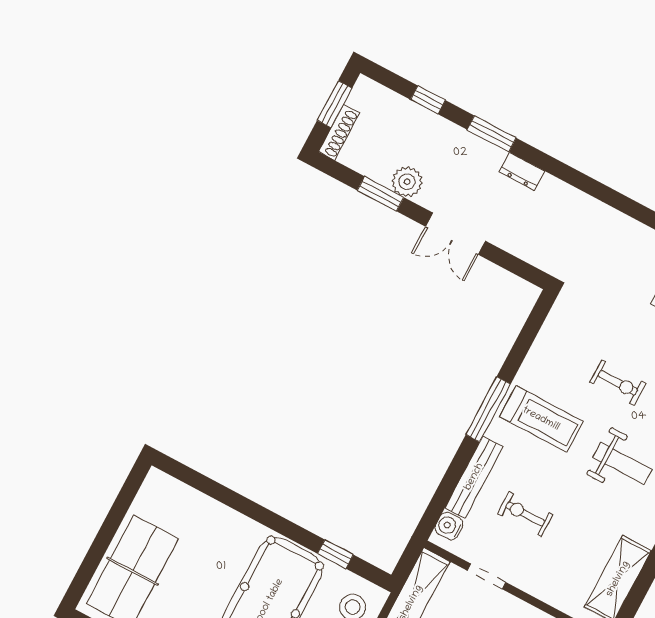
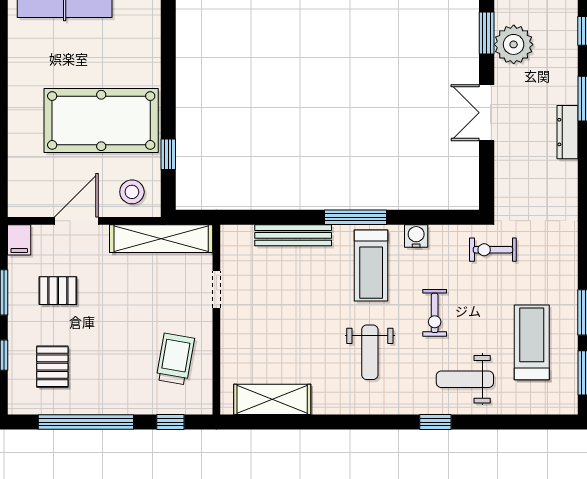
dresser: (522, 171) -> (567, 132), width x1.44
plant: (407, 182) -> (514, 44), width x1.36, depth x1.36
exercise bike: (525, 514) -> (493, 250), moved, turned -90
water cooler: (449, 526) -> (416, 236), moved

